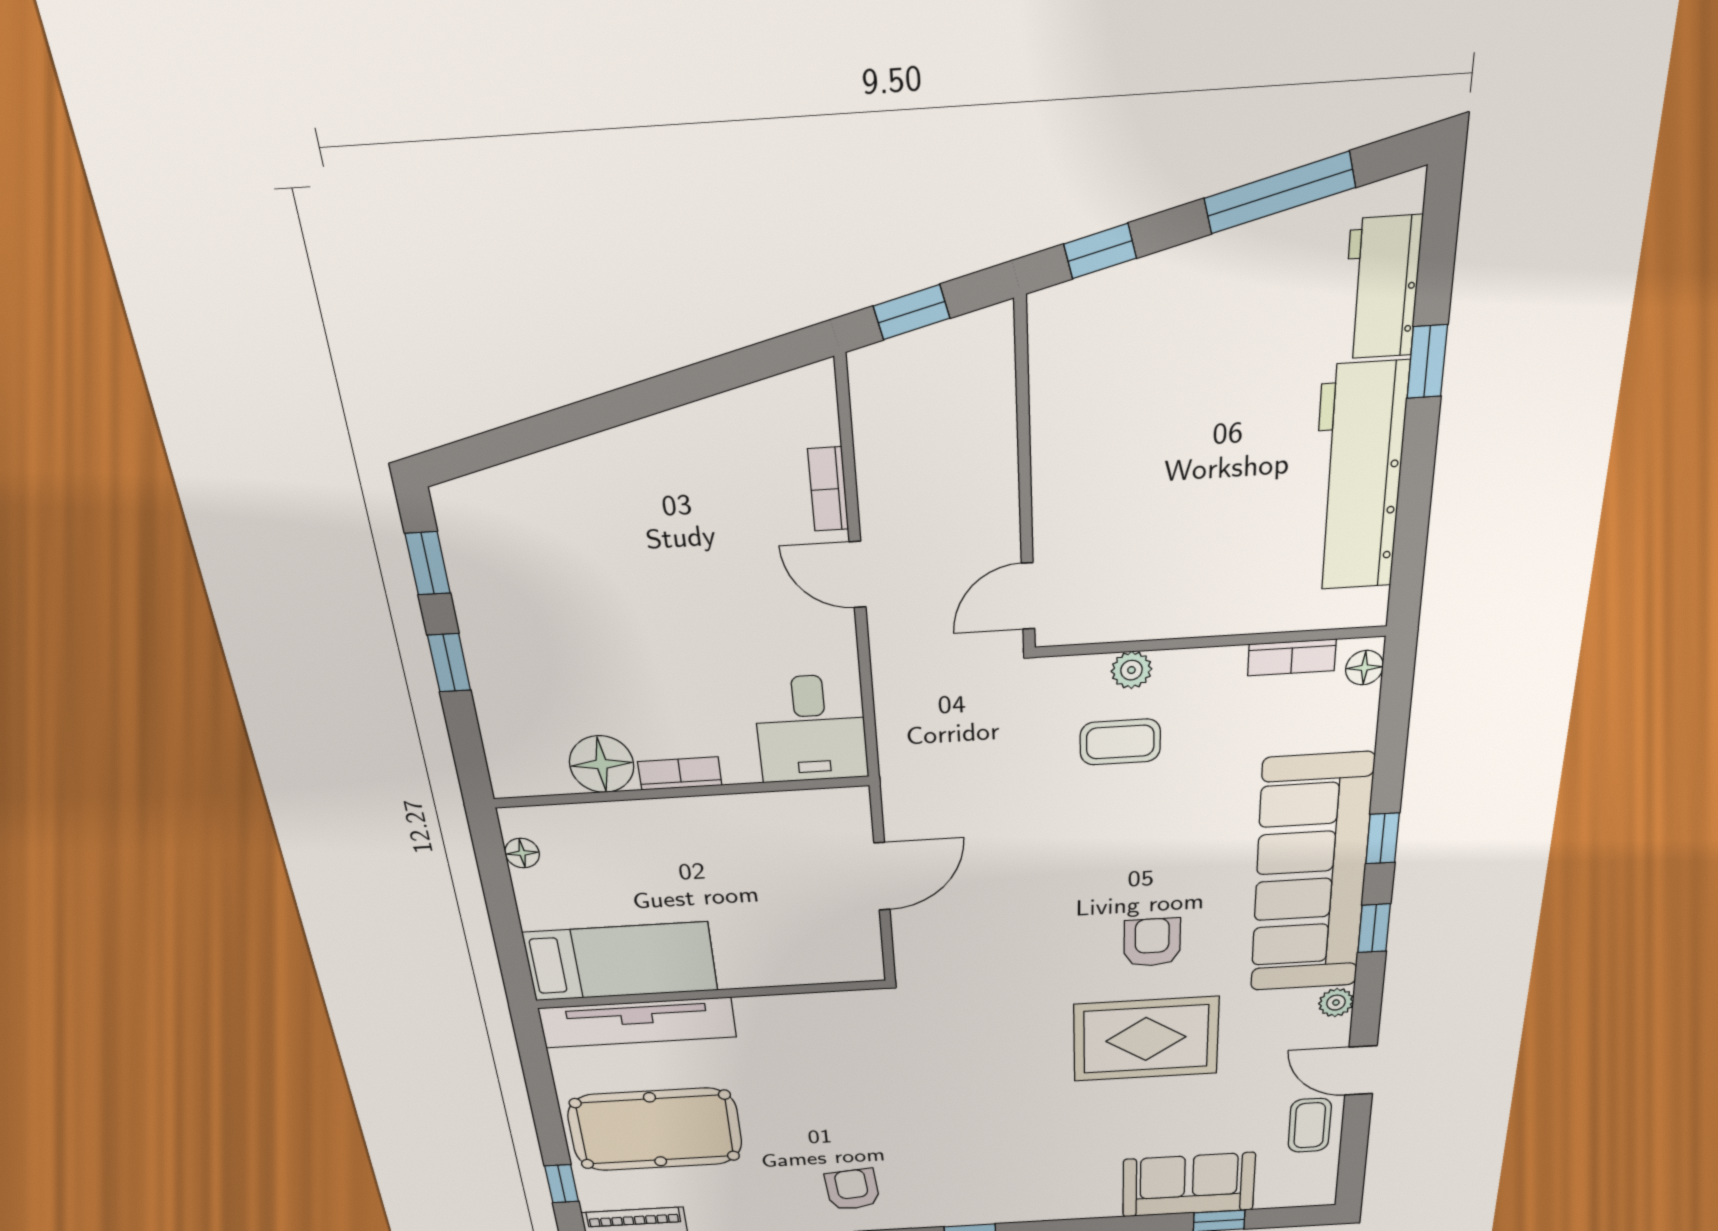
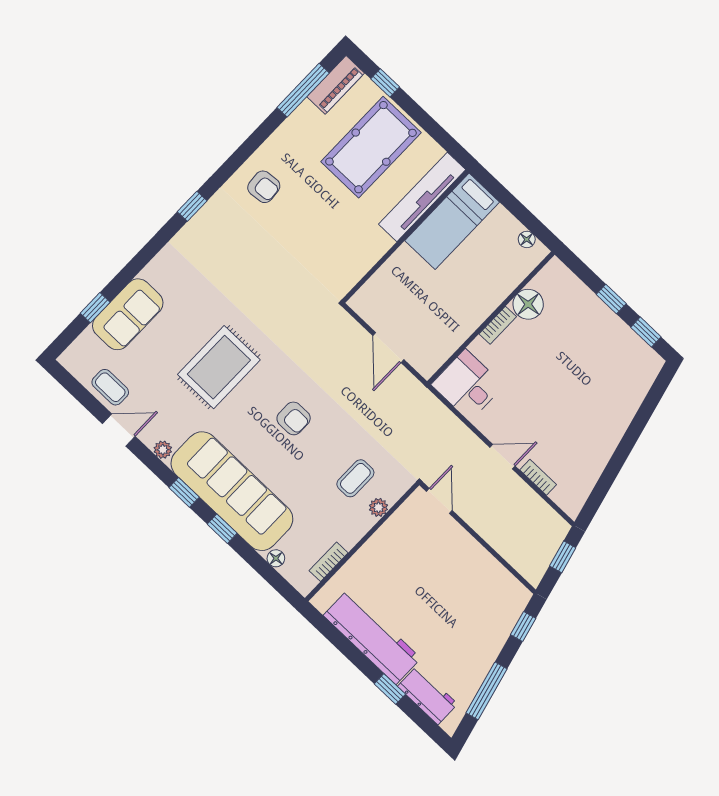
floor lamp: (1364, 668) -> (276, 558), moved
armchair: (1152, 942) -> (294, 418), moved

